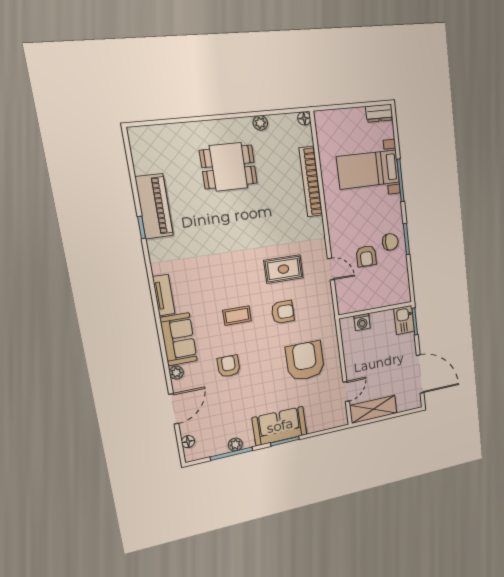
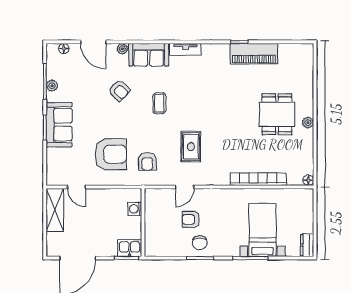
plant: (260, 123) -> (308, 123), moved
armchair: (283, 312) -> (147, 161), moved
armchair: (229, 366) -> (119, 90), turned 44

